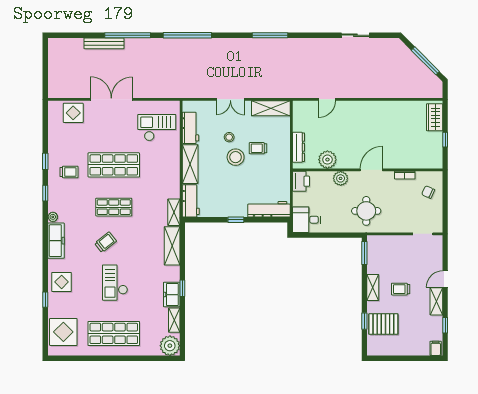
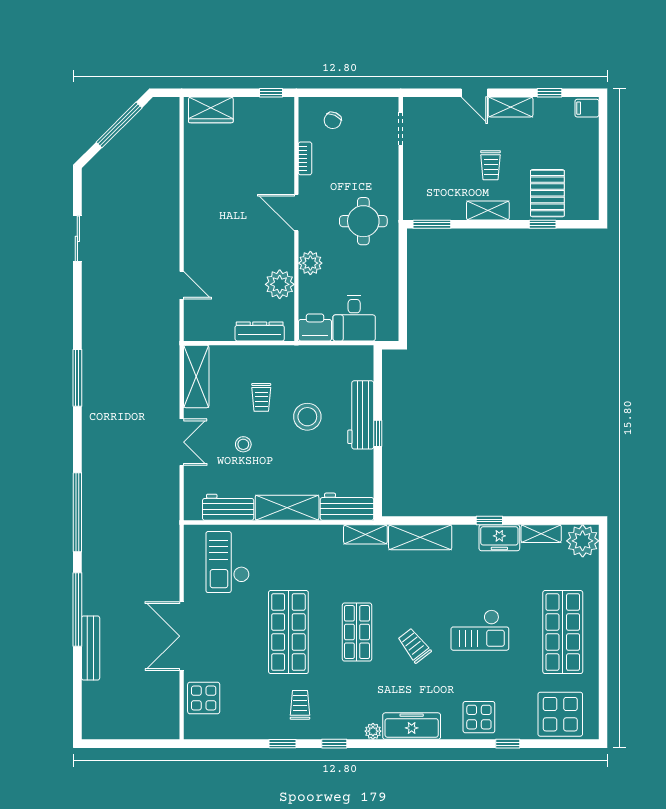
window: (445, 140) -> (271, 93), moved
stool: (236, 157) -> (307, 417), moved
workbench: (269, 209) -> (361, 415), moved
desk: (306, 220) -> (354, 318), moved

